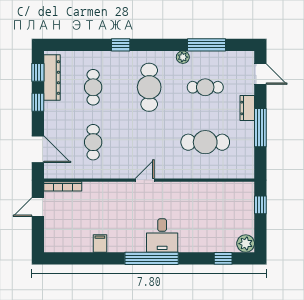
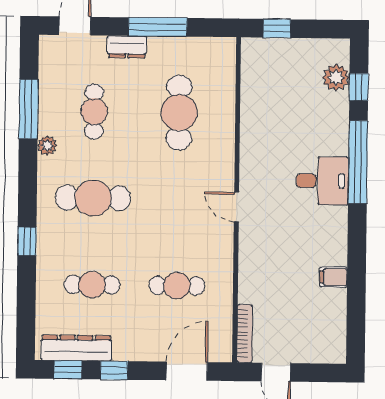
plant: (246, 244) -> (336, 77), moved
window: (152, 258) -> (358, 162), moved

